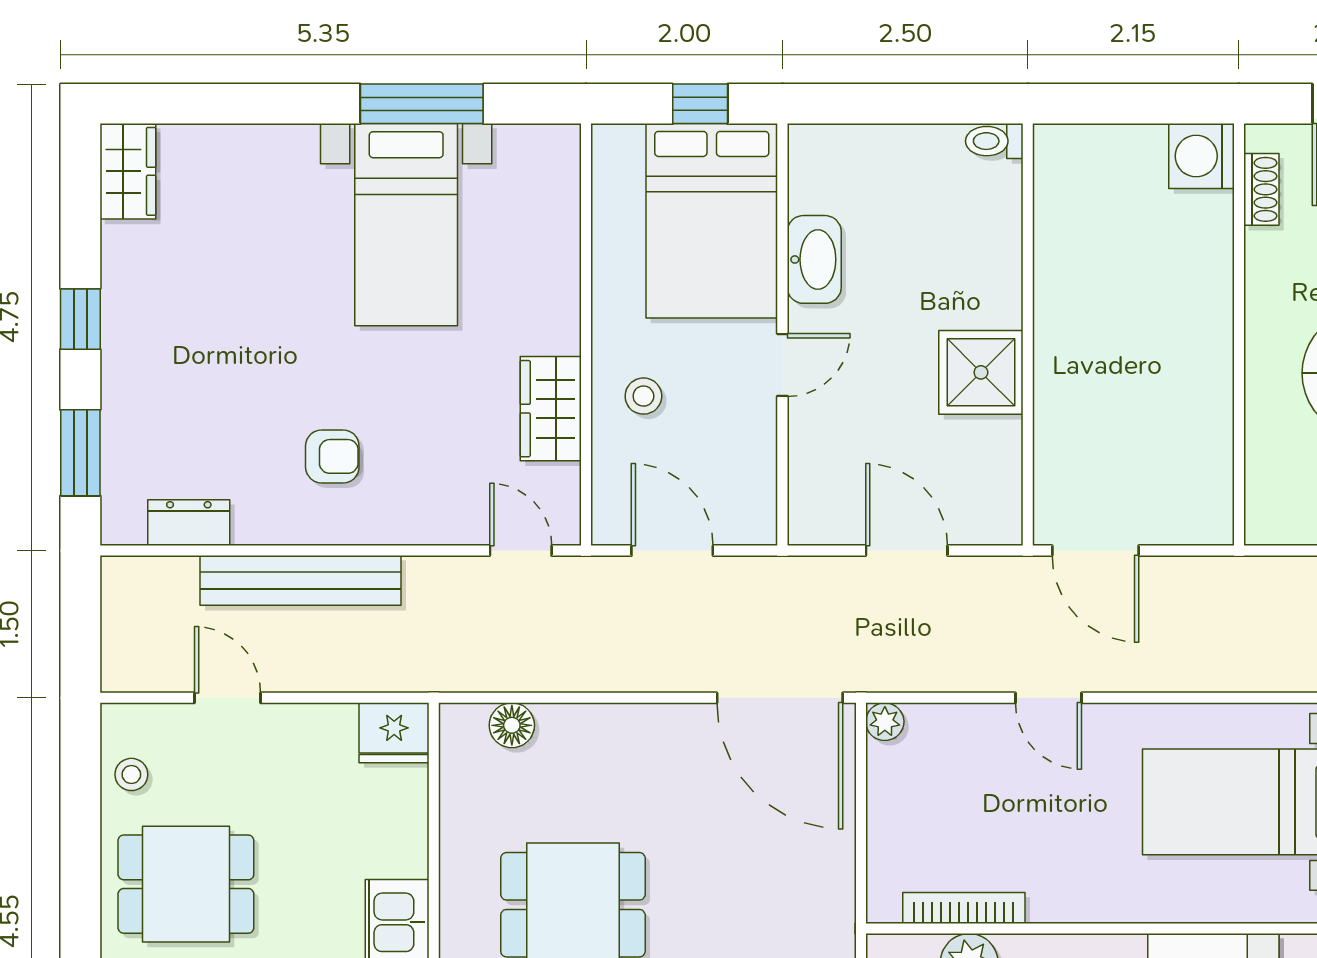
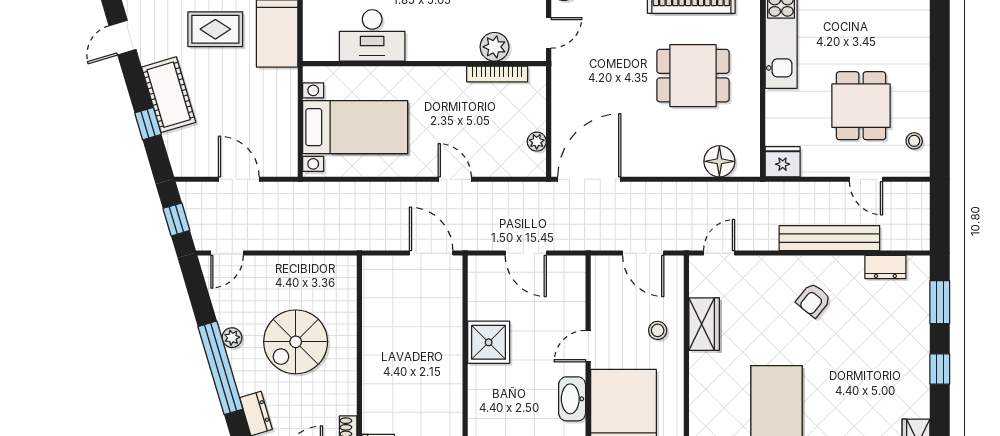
armchair: (332, 456) -> (814, 300), turned -51
door: (521, 551) -> (719, 253), swing flipped
door: (780, 698) -> (589, 179), hinge flipped
plant: (885, 722) -> (537, 142), moved
floor lamp: (512, 725) -> (719, 161), width x1.38, depth x1.38
dining table: (186, 884) -> (861, 106), moved, turned 90

